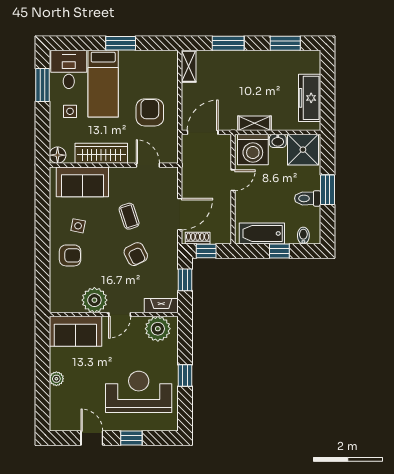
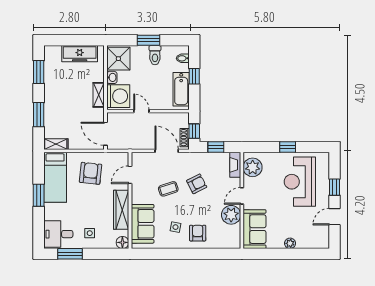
bed: (103, 84) -> (55, 177), moved, turned 90
armchair: (150, 112) -> (91, 173), turned 96
door: (120, 314) -> (242, 196), swing flipped

